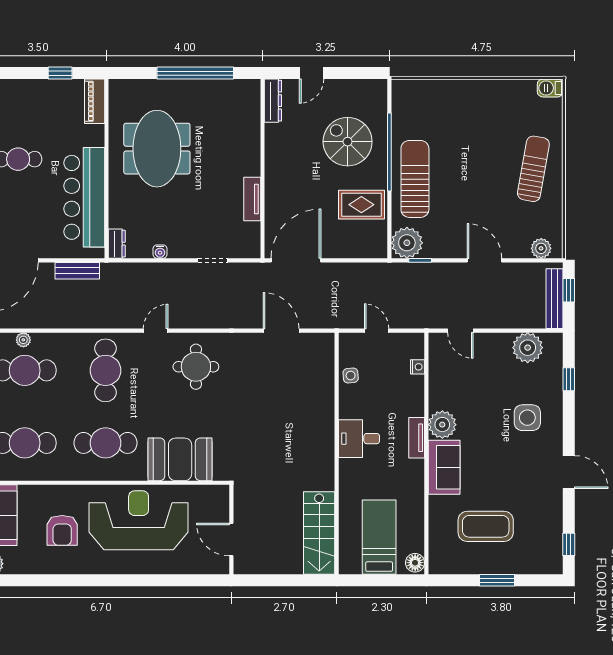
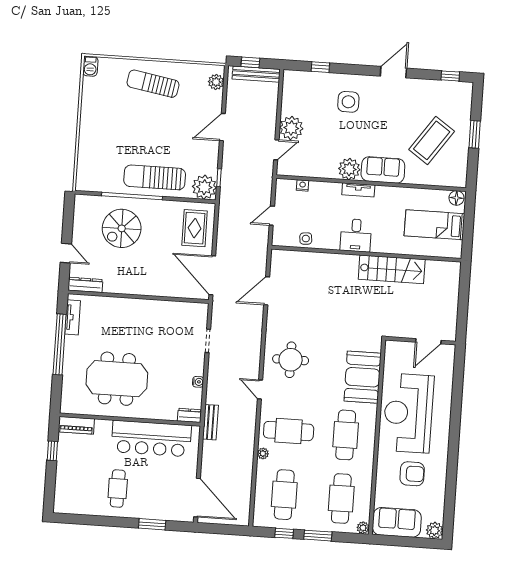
tv unit: (252, 199) -> (73, 317), moved, turned -90
rug: (361, 205) -> (195, 228), moved
bench: (77, 271) -> (210, 422), moved
plant: (23, 340) -> (263, 454), moved
plant: (528, 348) -> (291, 128), moved
coffee table: (486, 526) -> (432, 140), turned 35
stairs: (319, 533) -> (392, 269), moved

